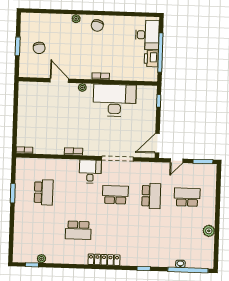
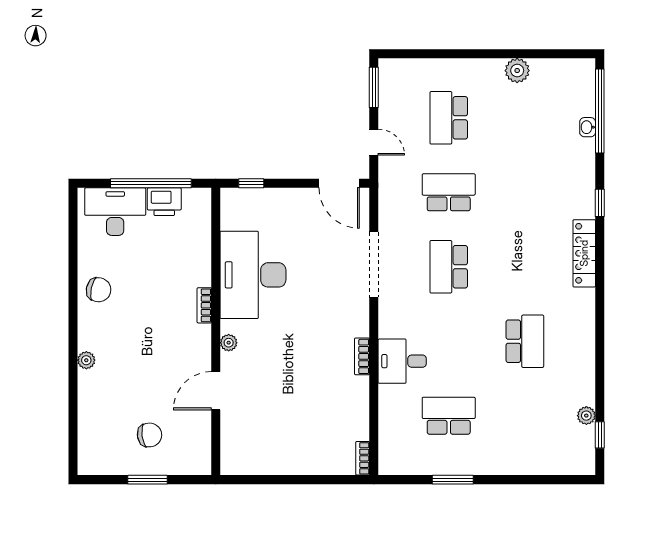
chair: (97, 25) -> (99, 290), moved
desk: (90, 171) -> (402, 361), moved
locker: (104, 260) -> (584, 253), moved

